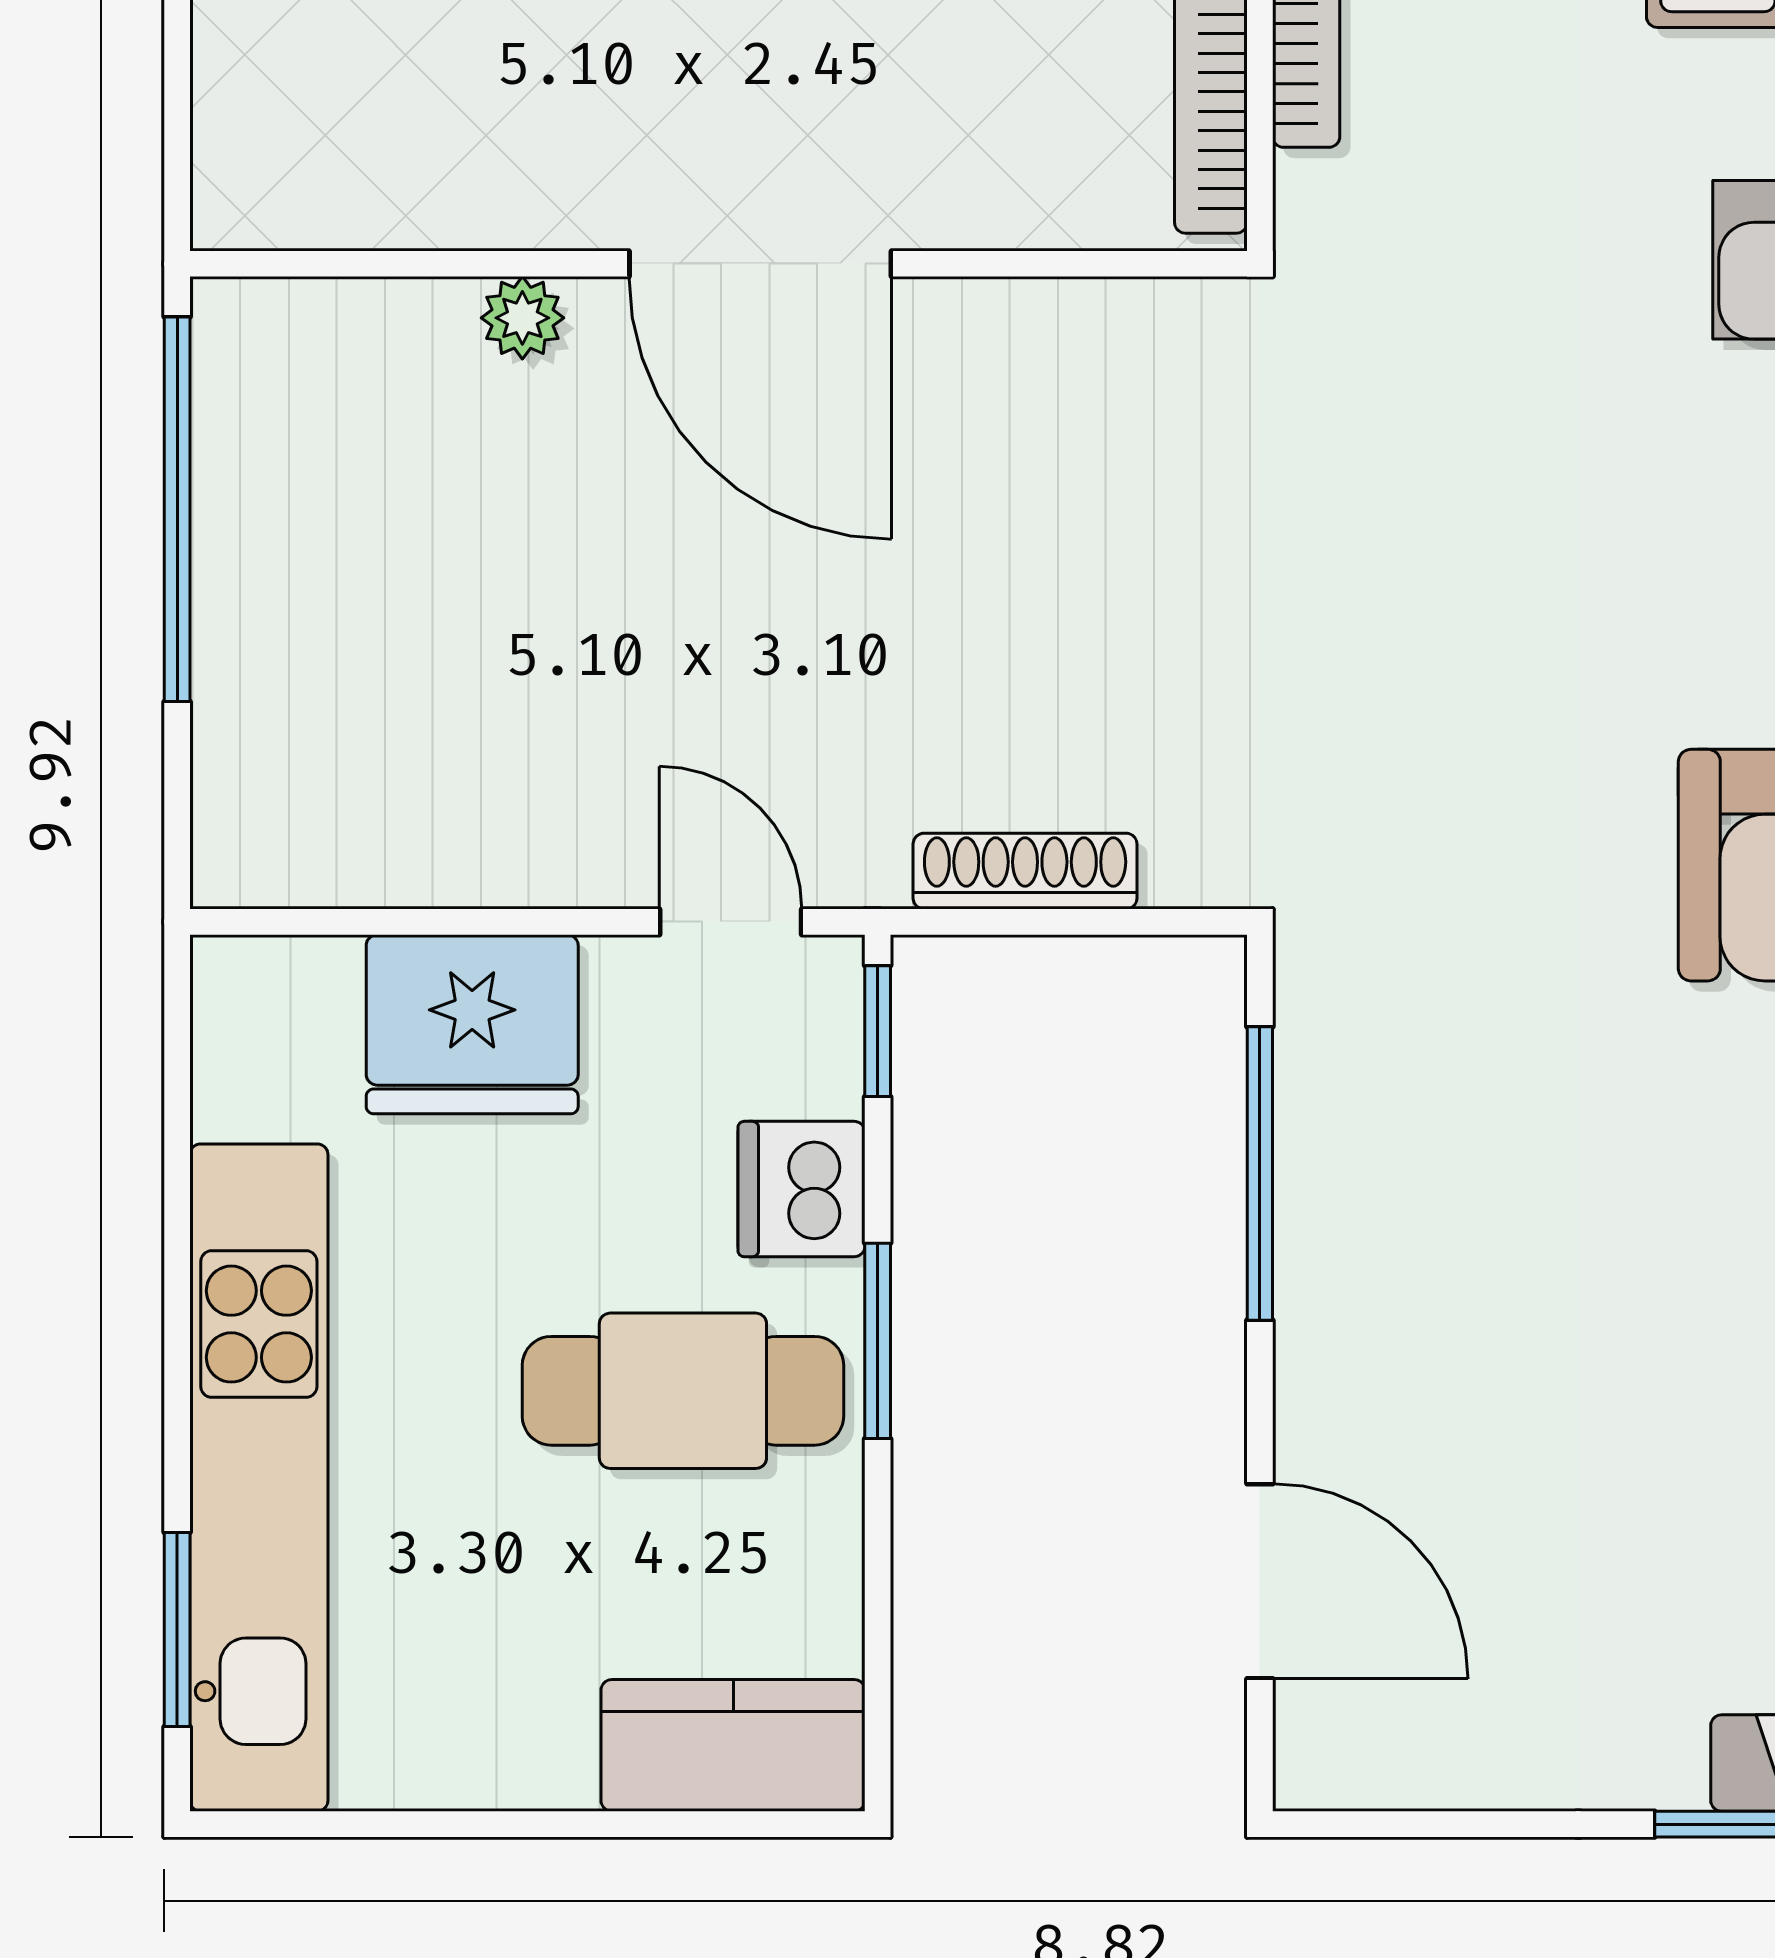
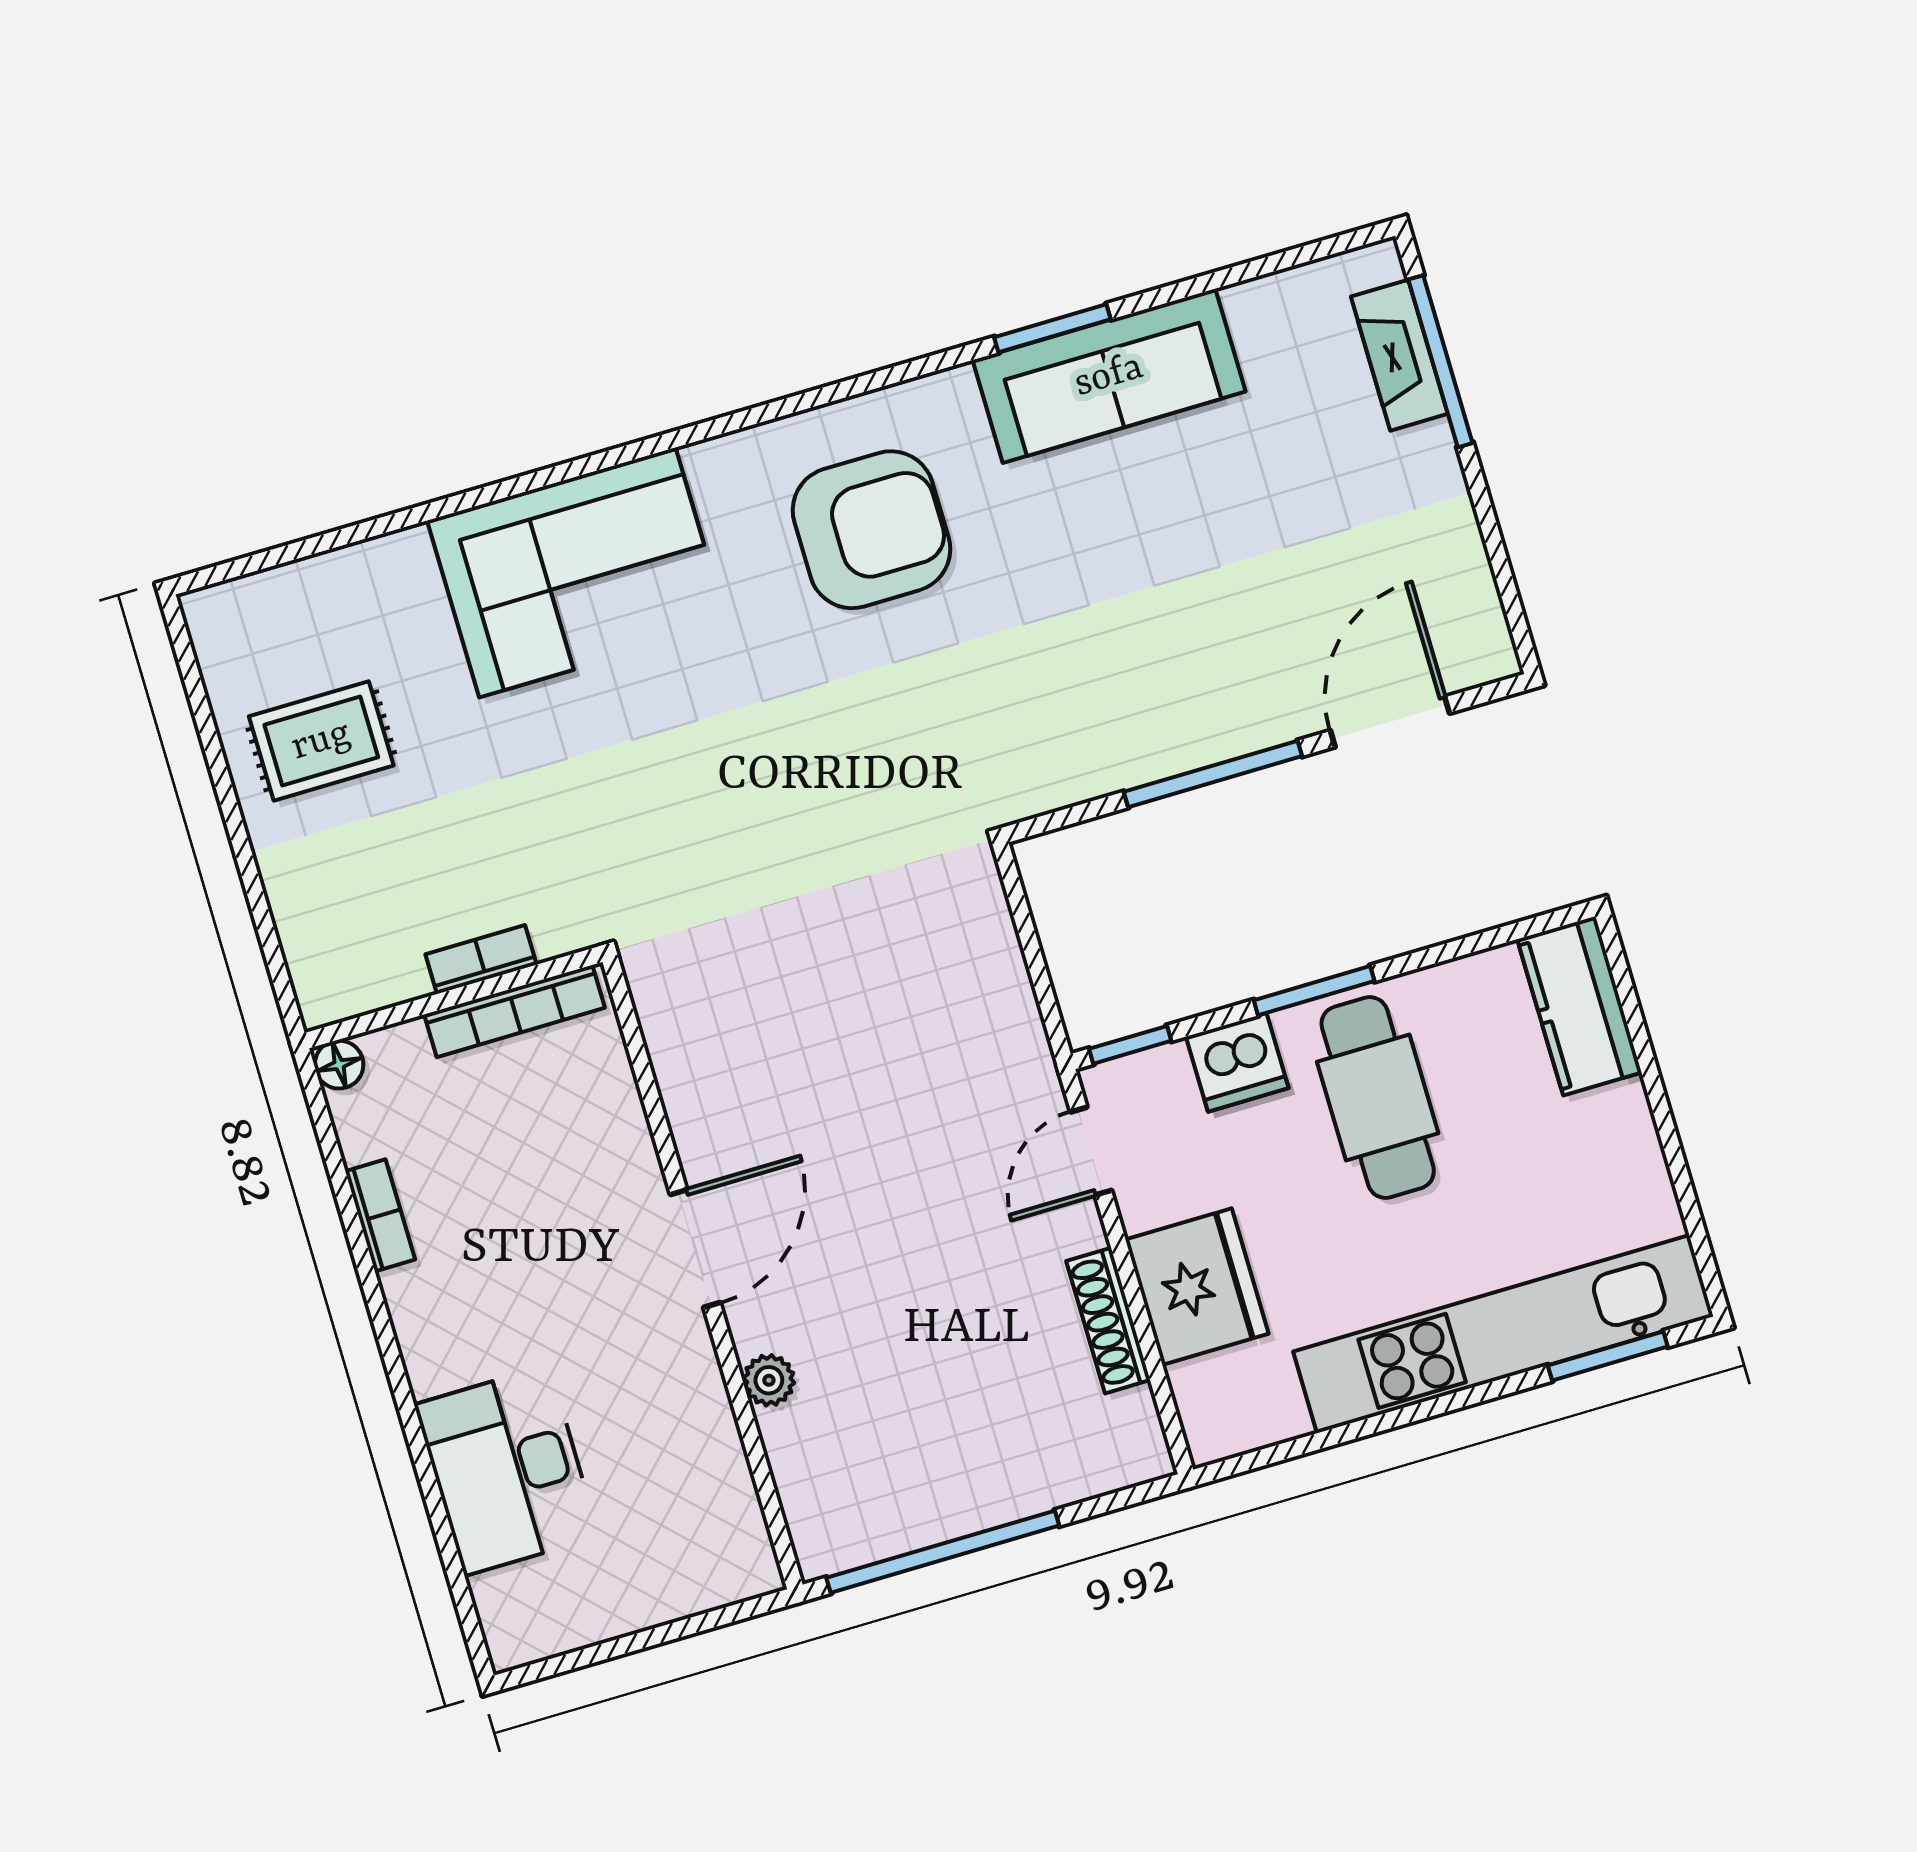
door: (760, 264) -> (695, 1249), width x0.73
shoe rack: (1025, 871) -> (1108, 1321), moved
window: (1260, 1173) -> (1213, 774), moved

